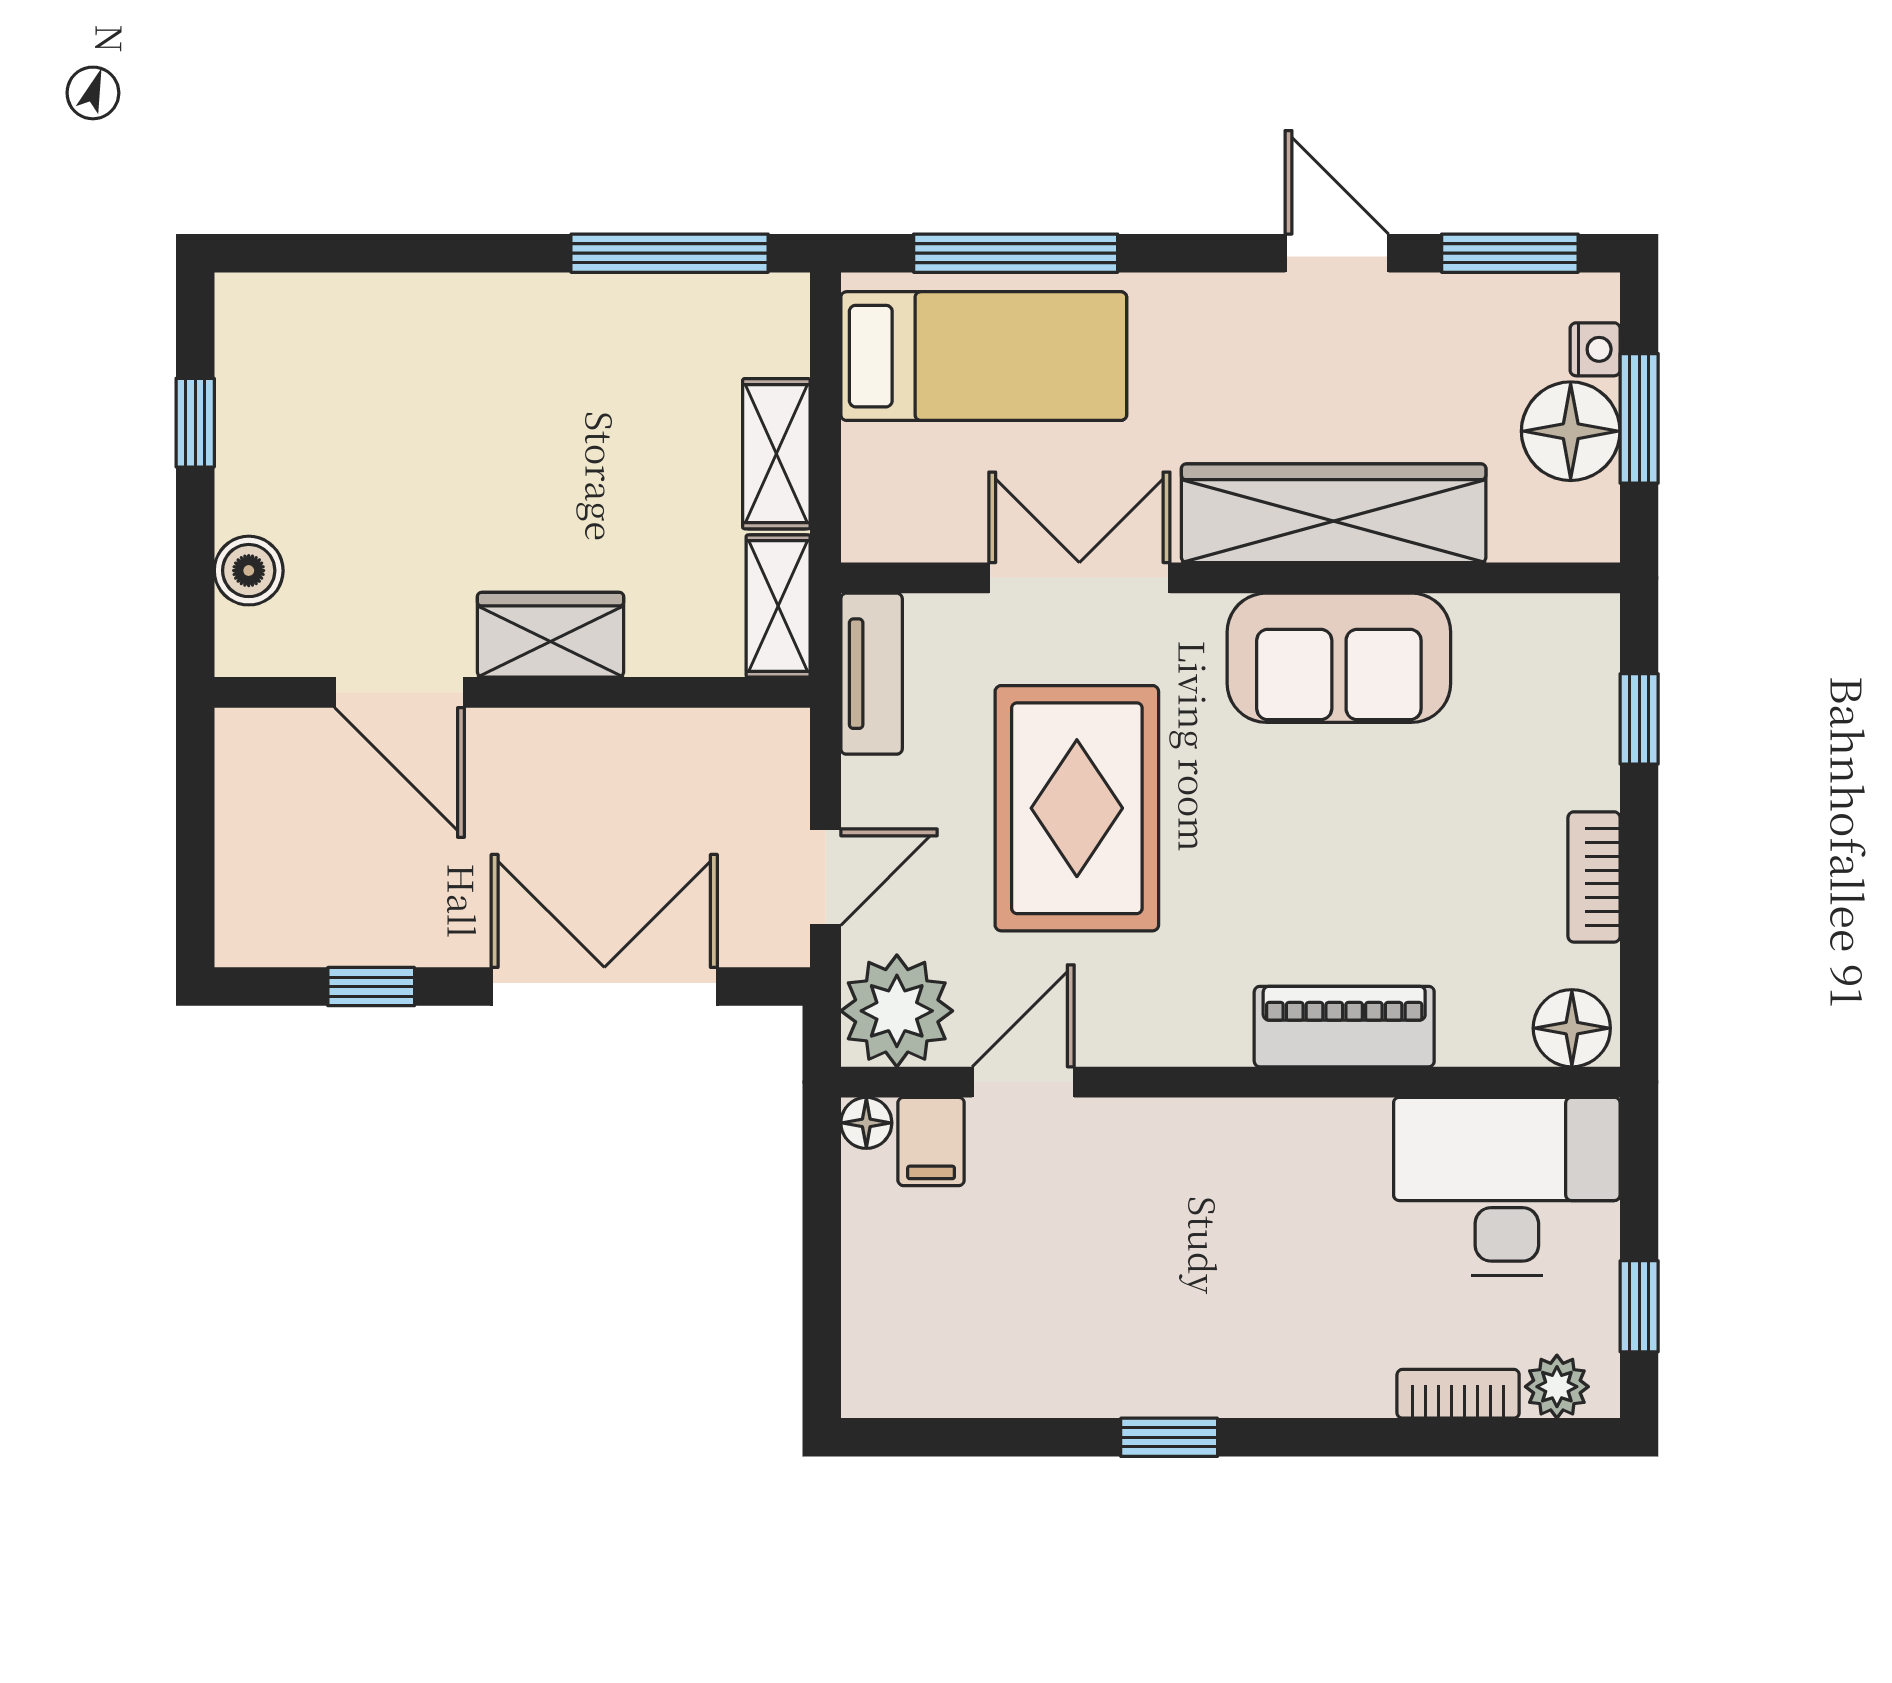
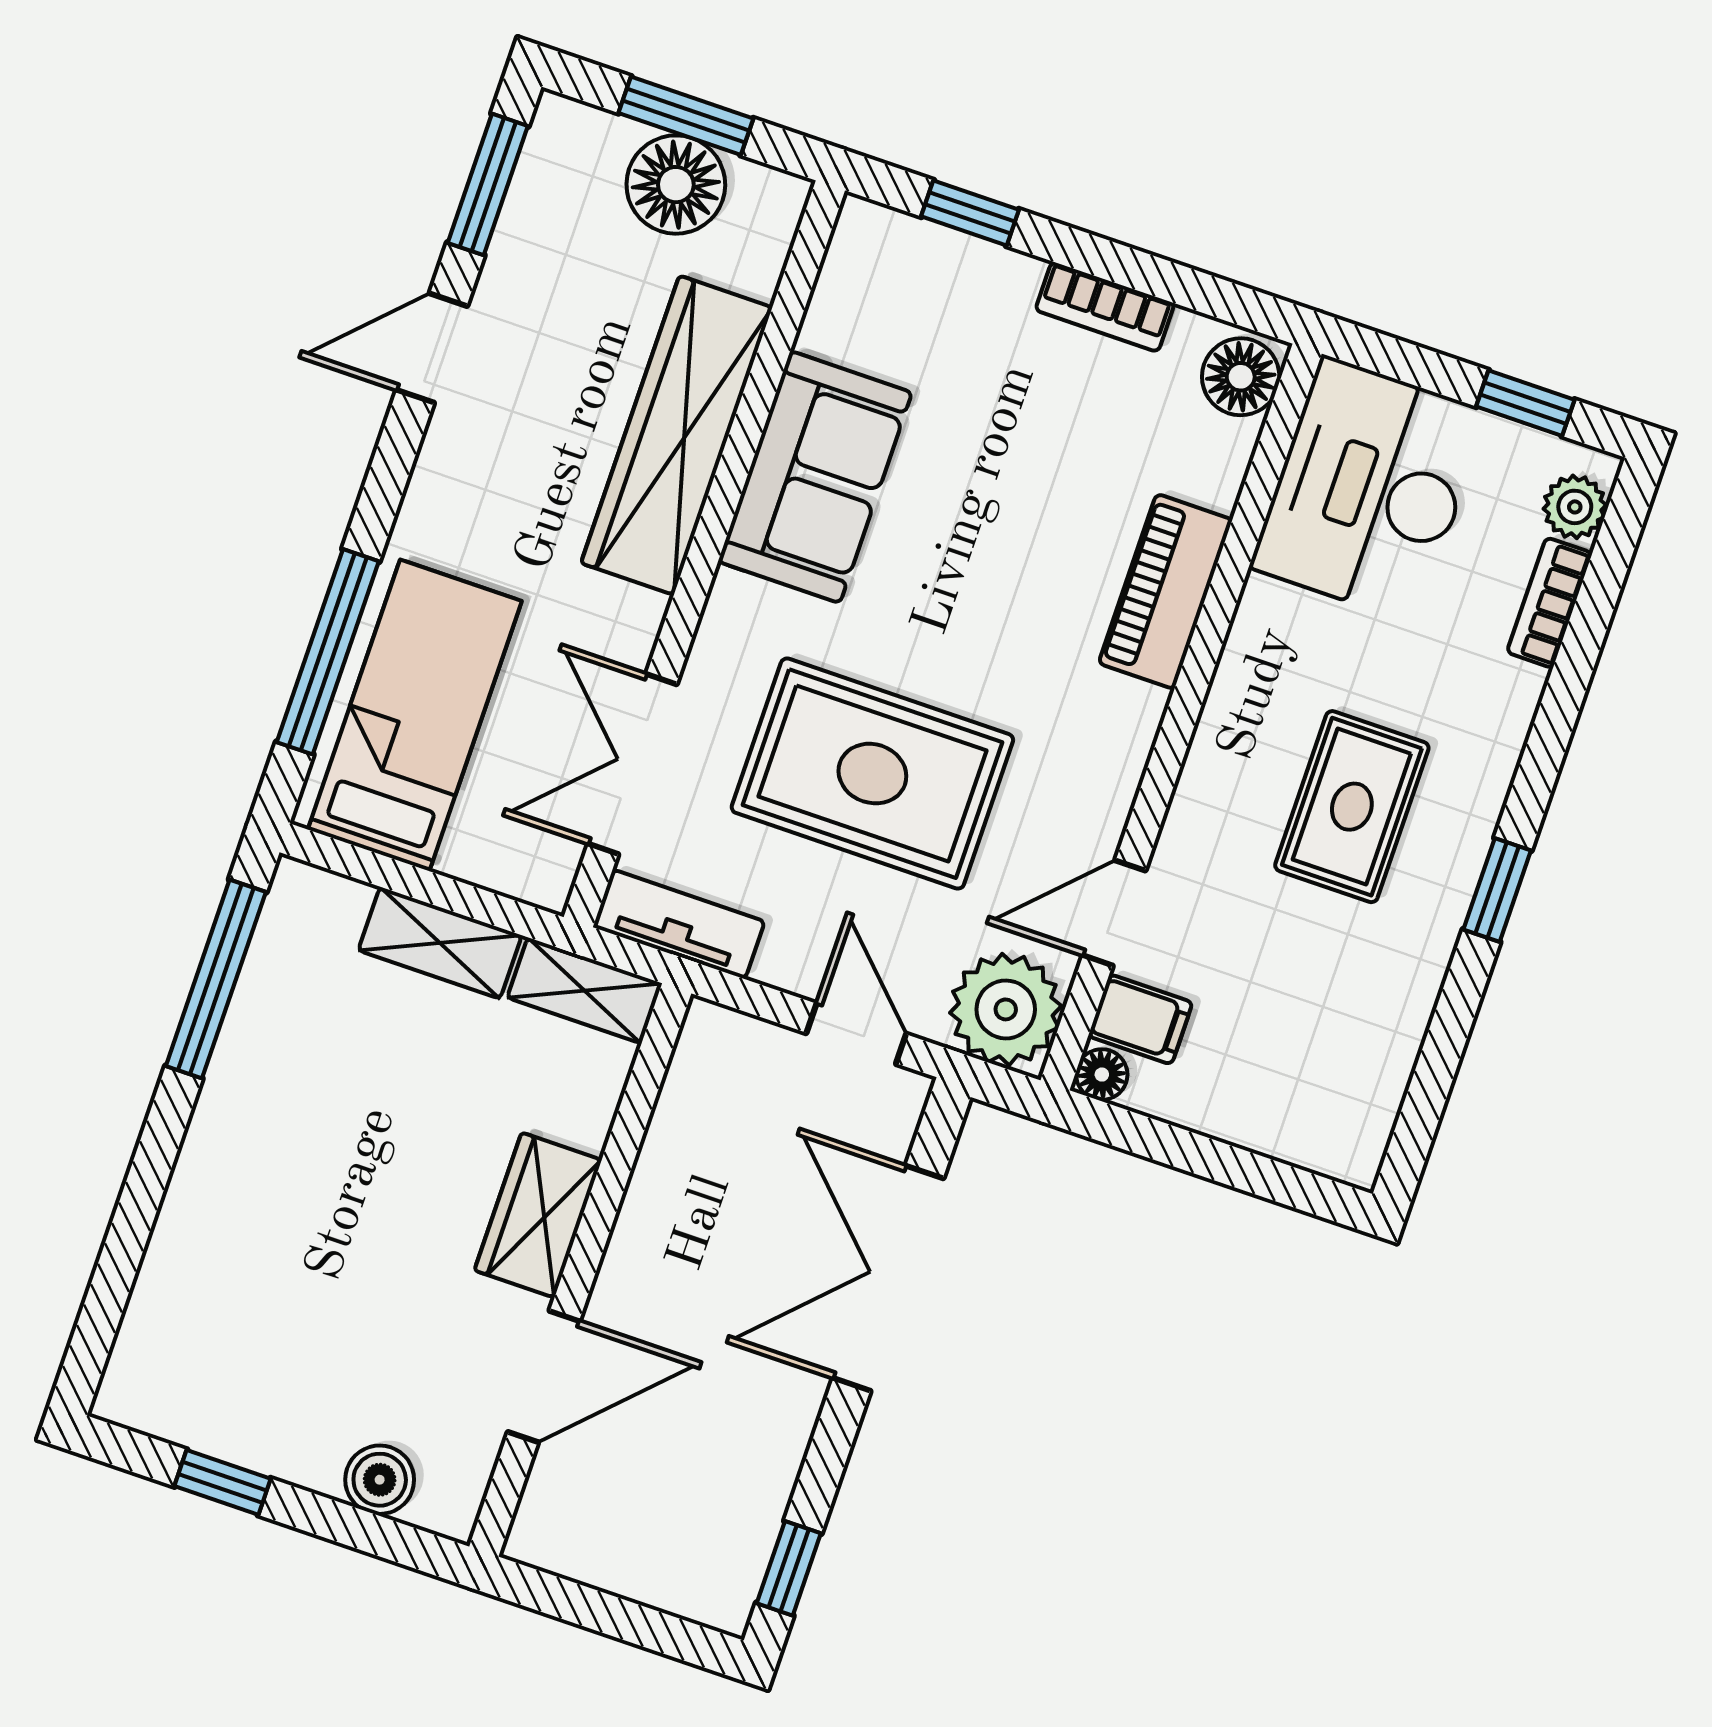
nightstand: (1595, 349) -> (606, 135), removed
double door: (1079, 578) -> (632, 764), moved
window: (371, 987) -> (789, 1568), moved
door: (1023, 1082) -> (1114, 913), hinge flipped
rug: (1201, 1273) -> (1352, 807), added

